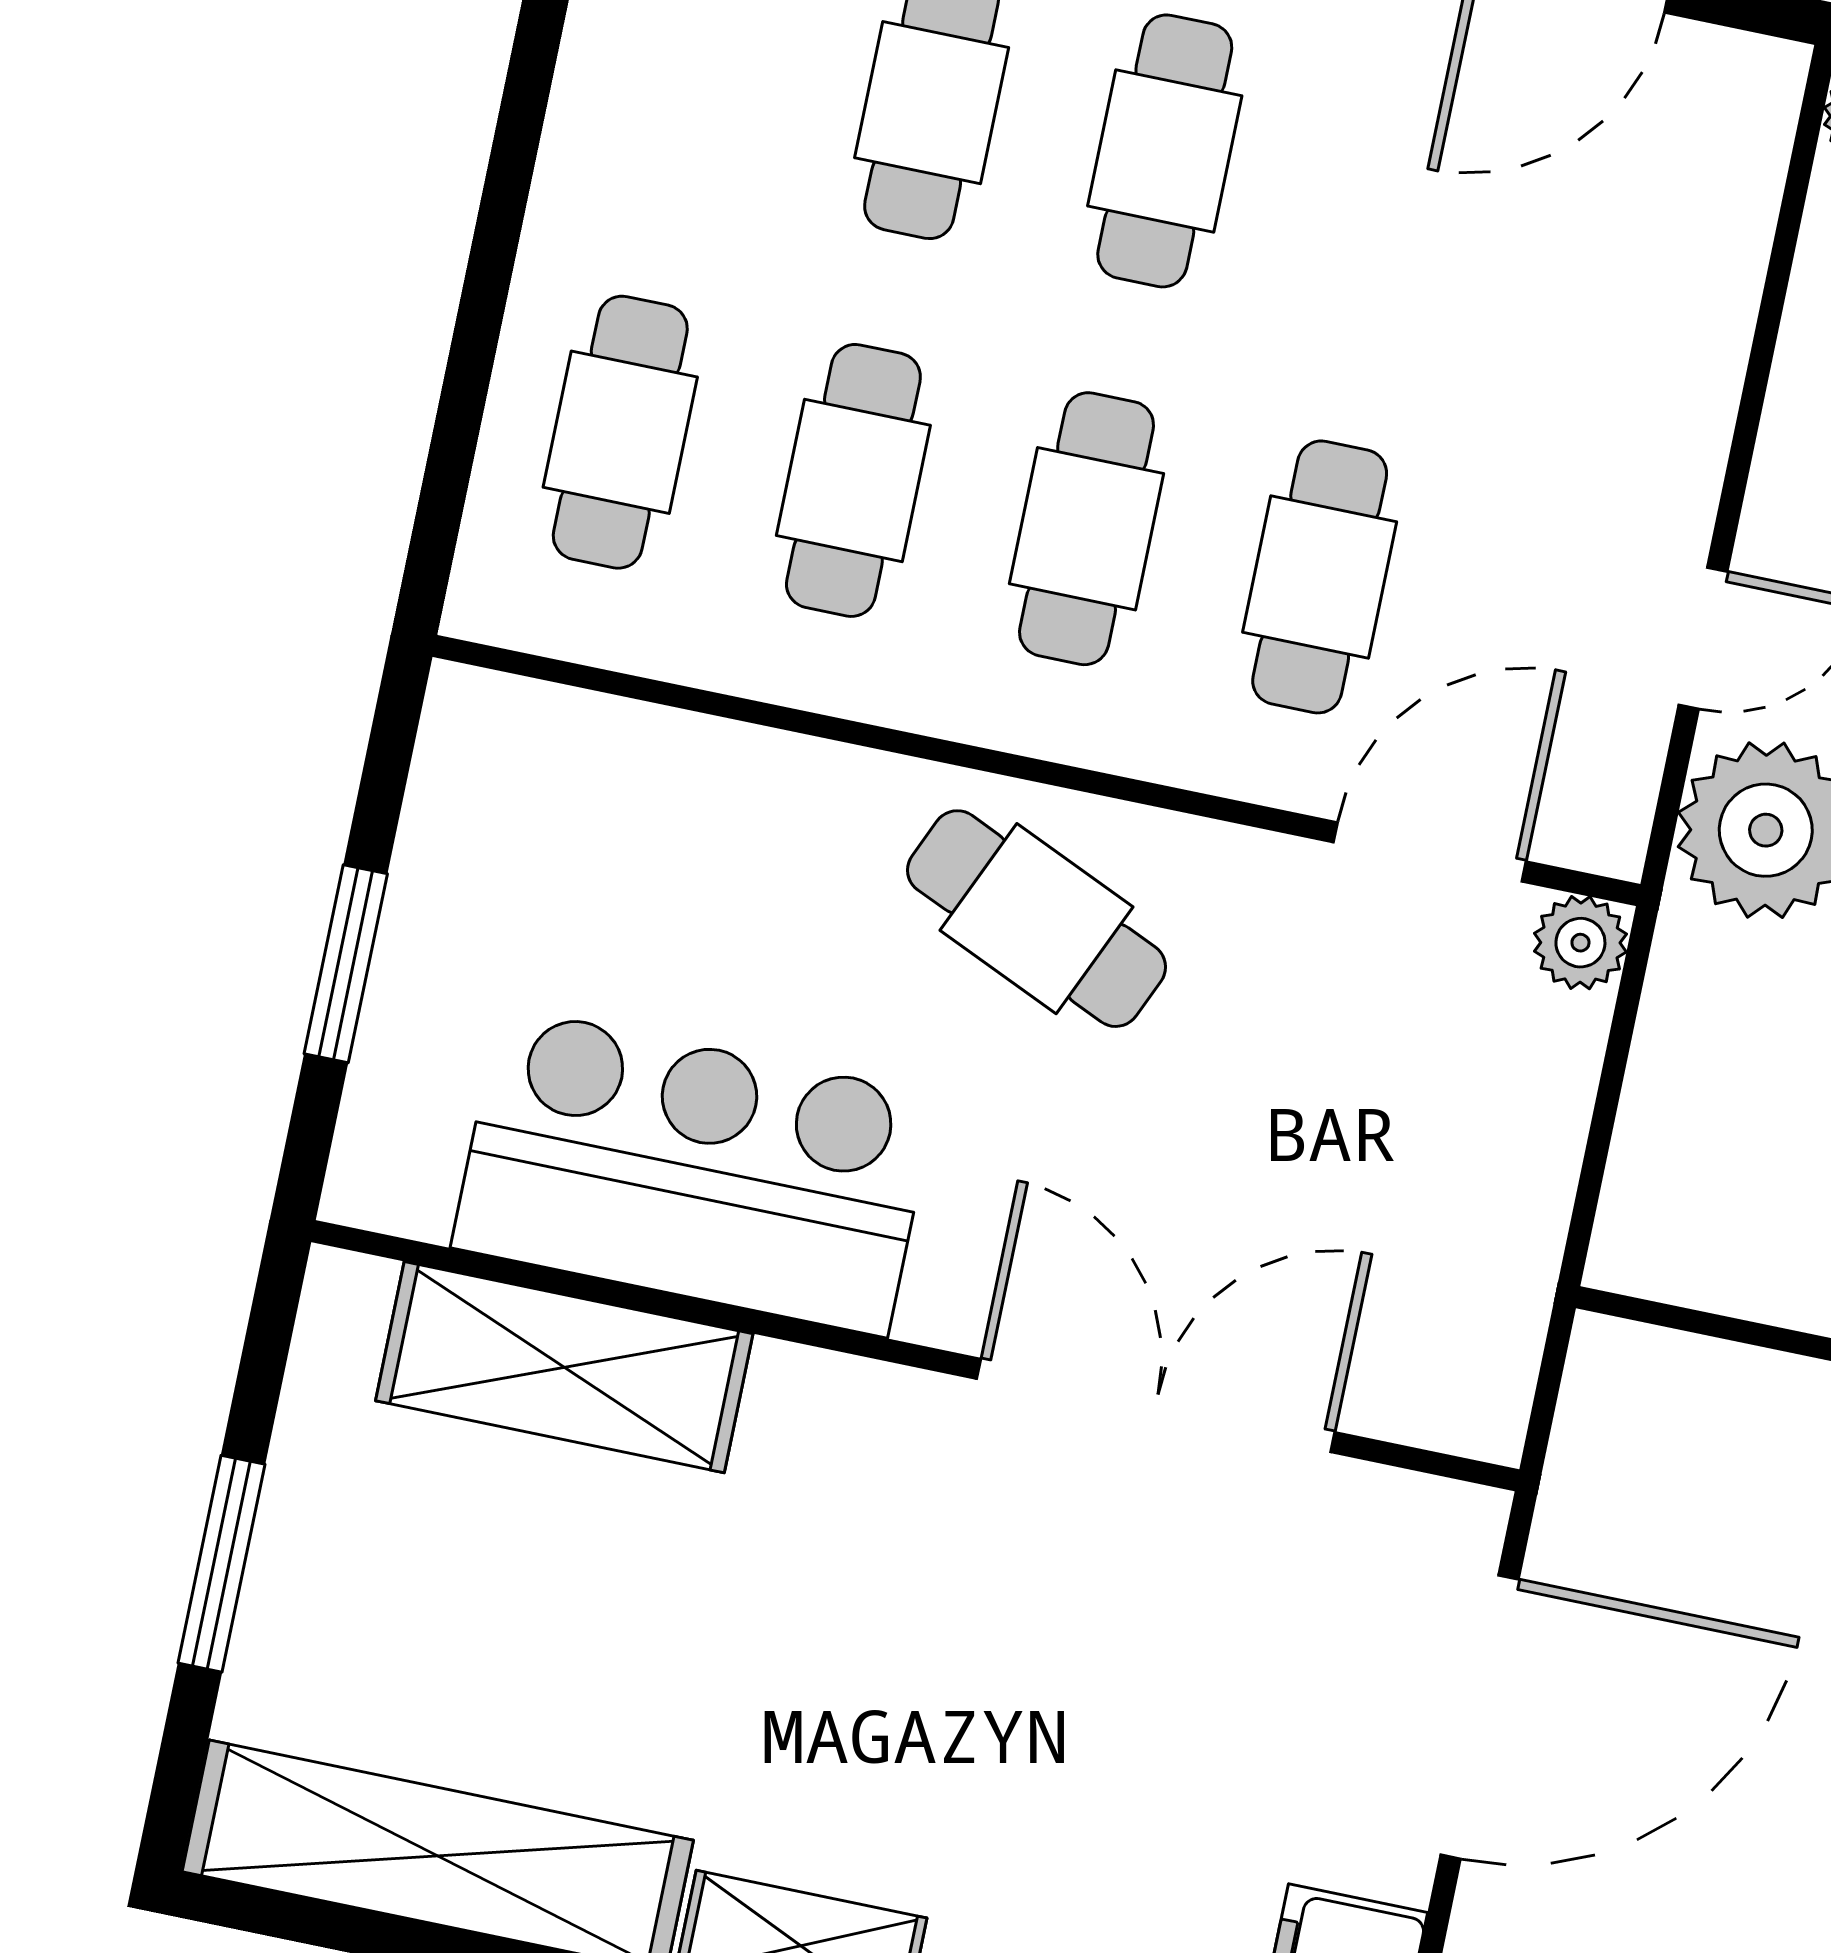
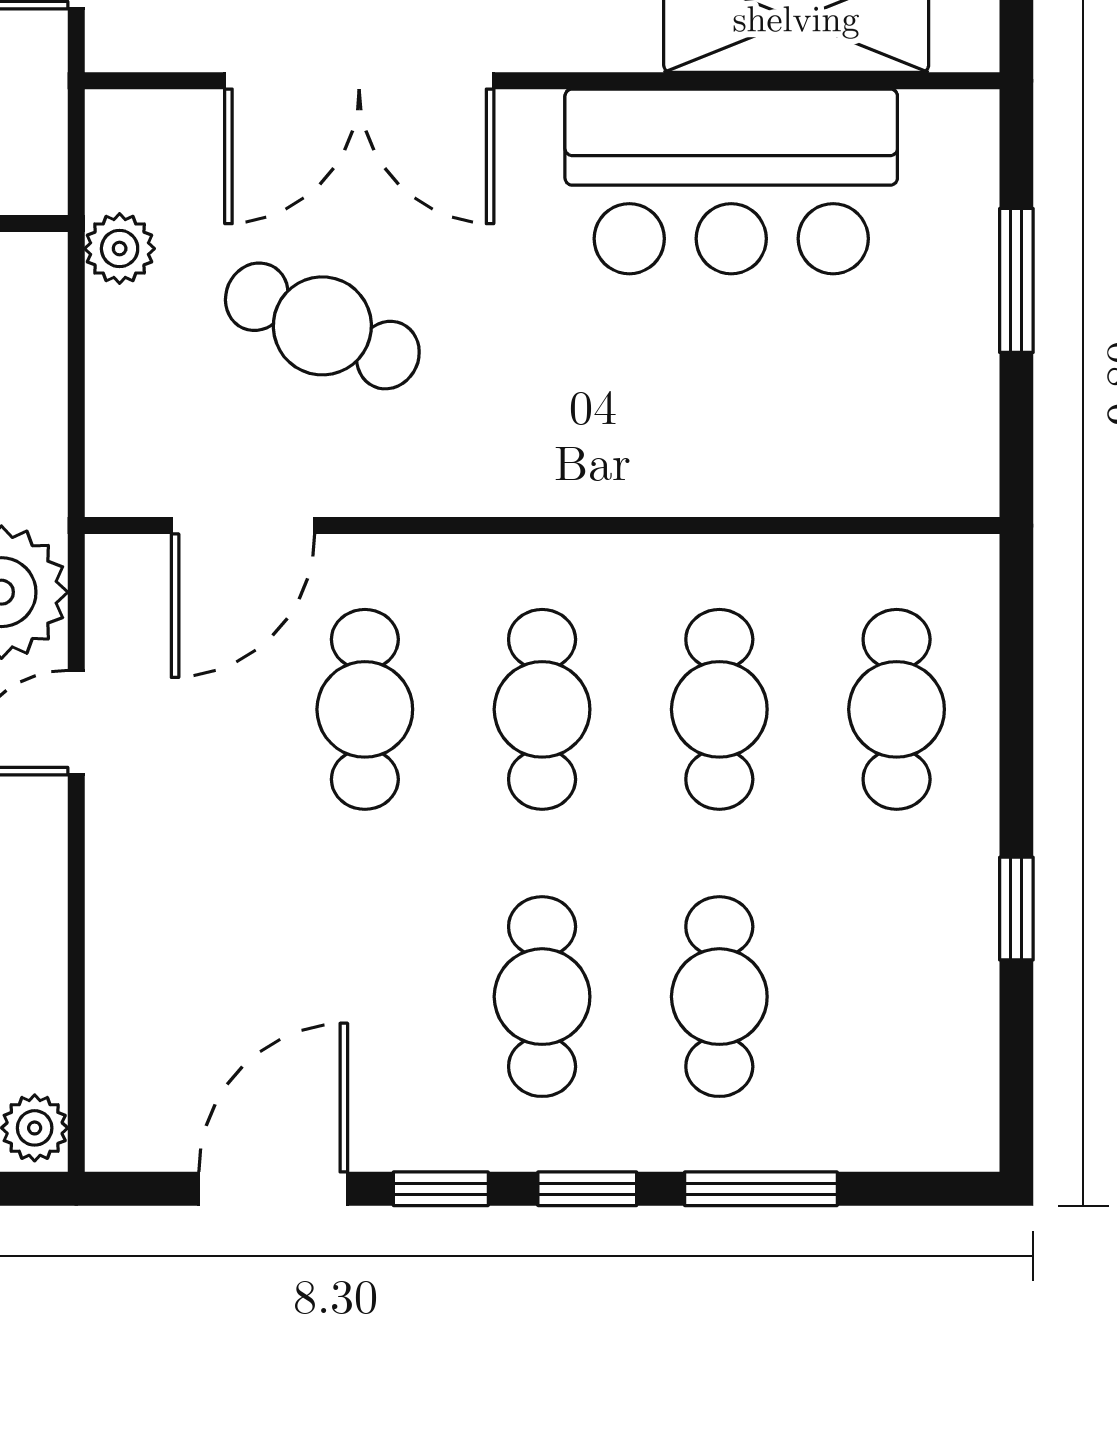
window: (517, 137) -> (1016, 909), added
cafe table: (1037, 919) -> (322, 326), moved
plant: (1580, 943) -> (120, 249), moved

